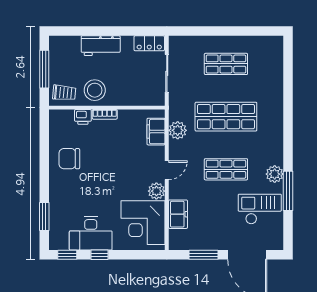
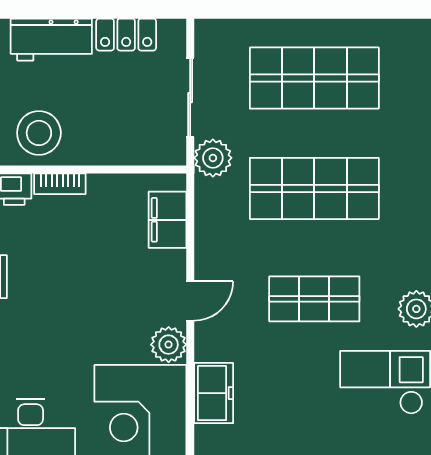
locker: (149, 43) -> (126, 35), moved
shop shelf: (226, 64) -> (314, 78), width x1.43, depth x1.36
plant: (178, 130) -> (213, 158), moved

